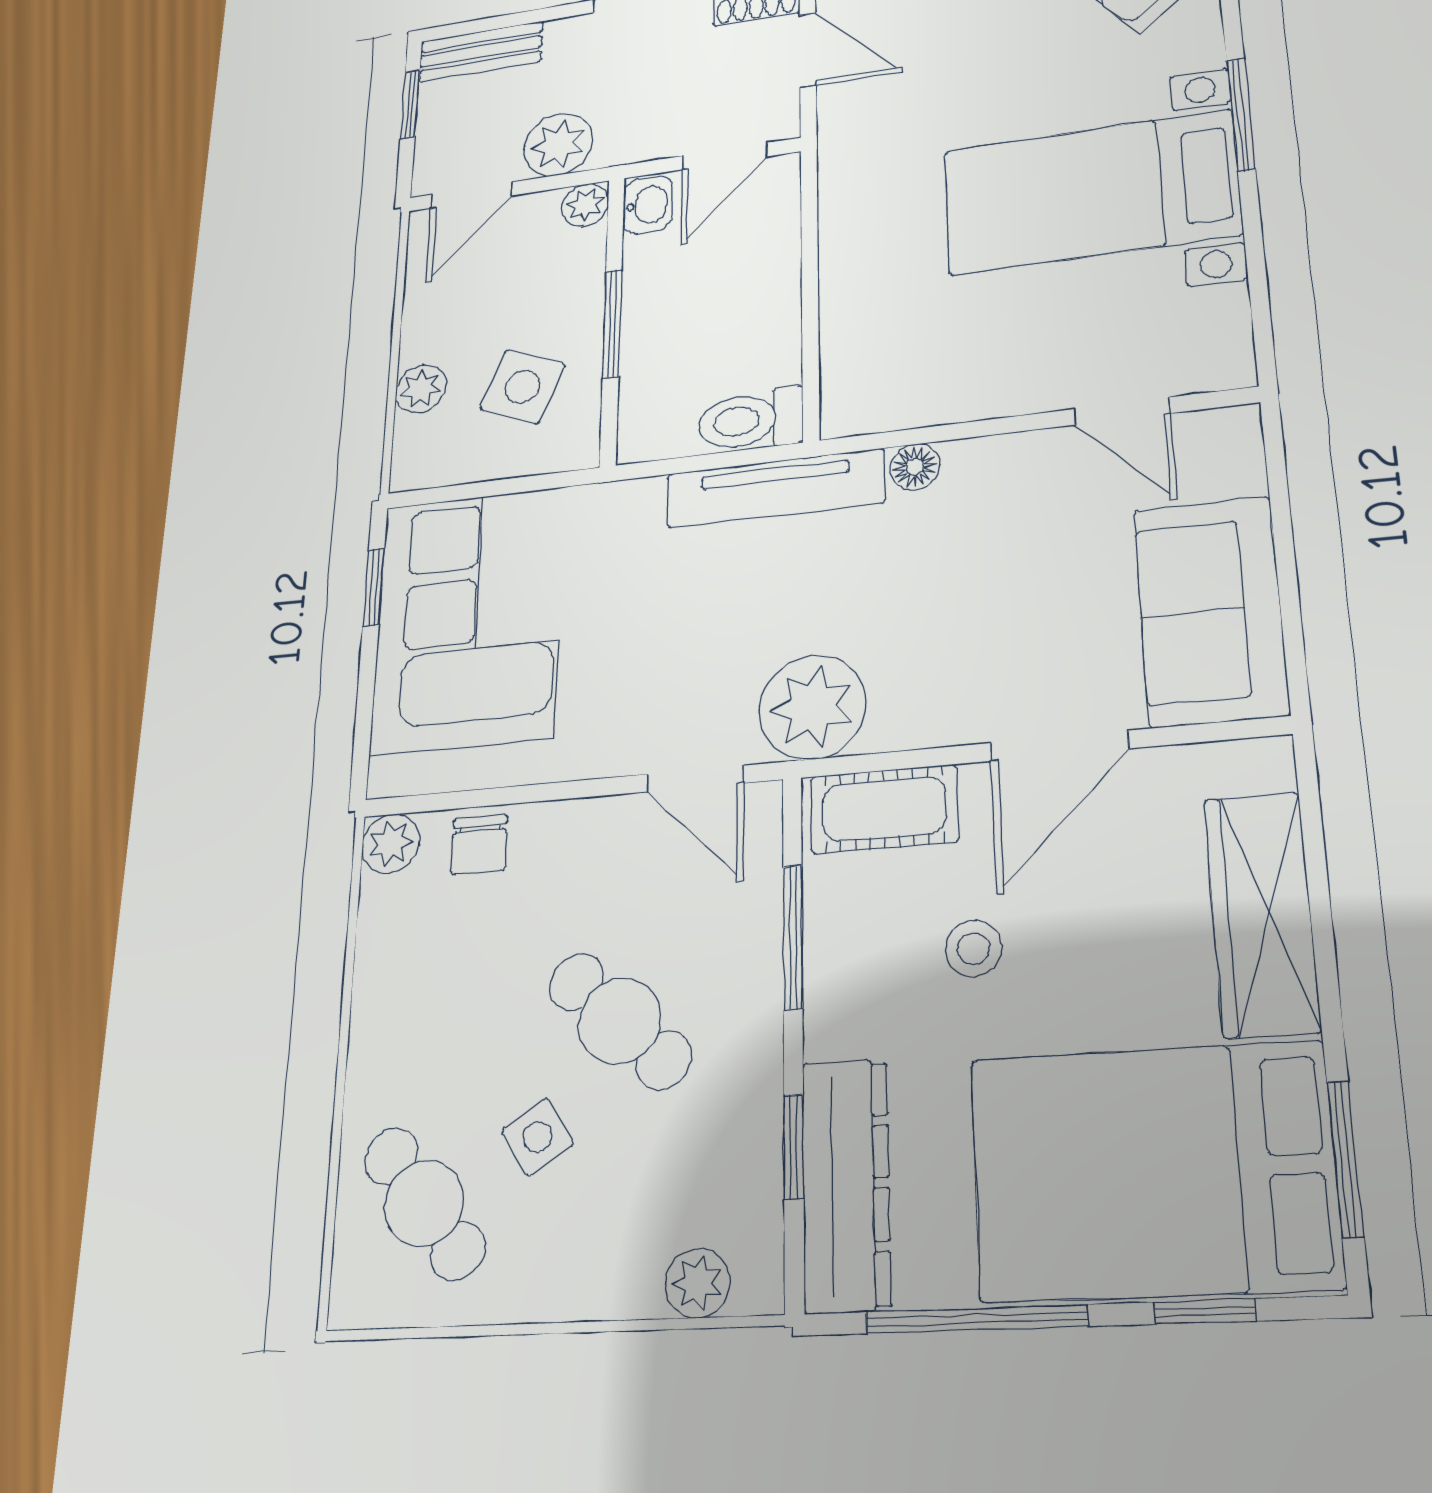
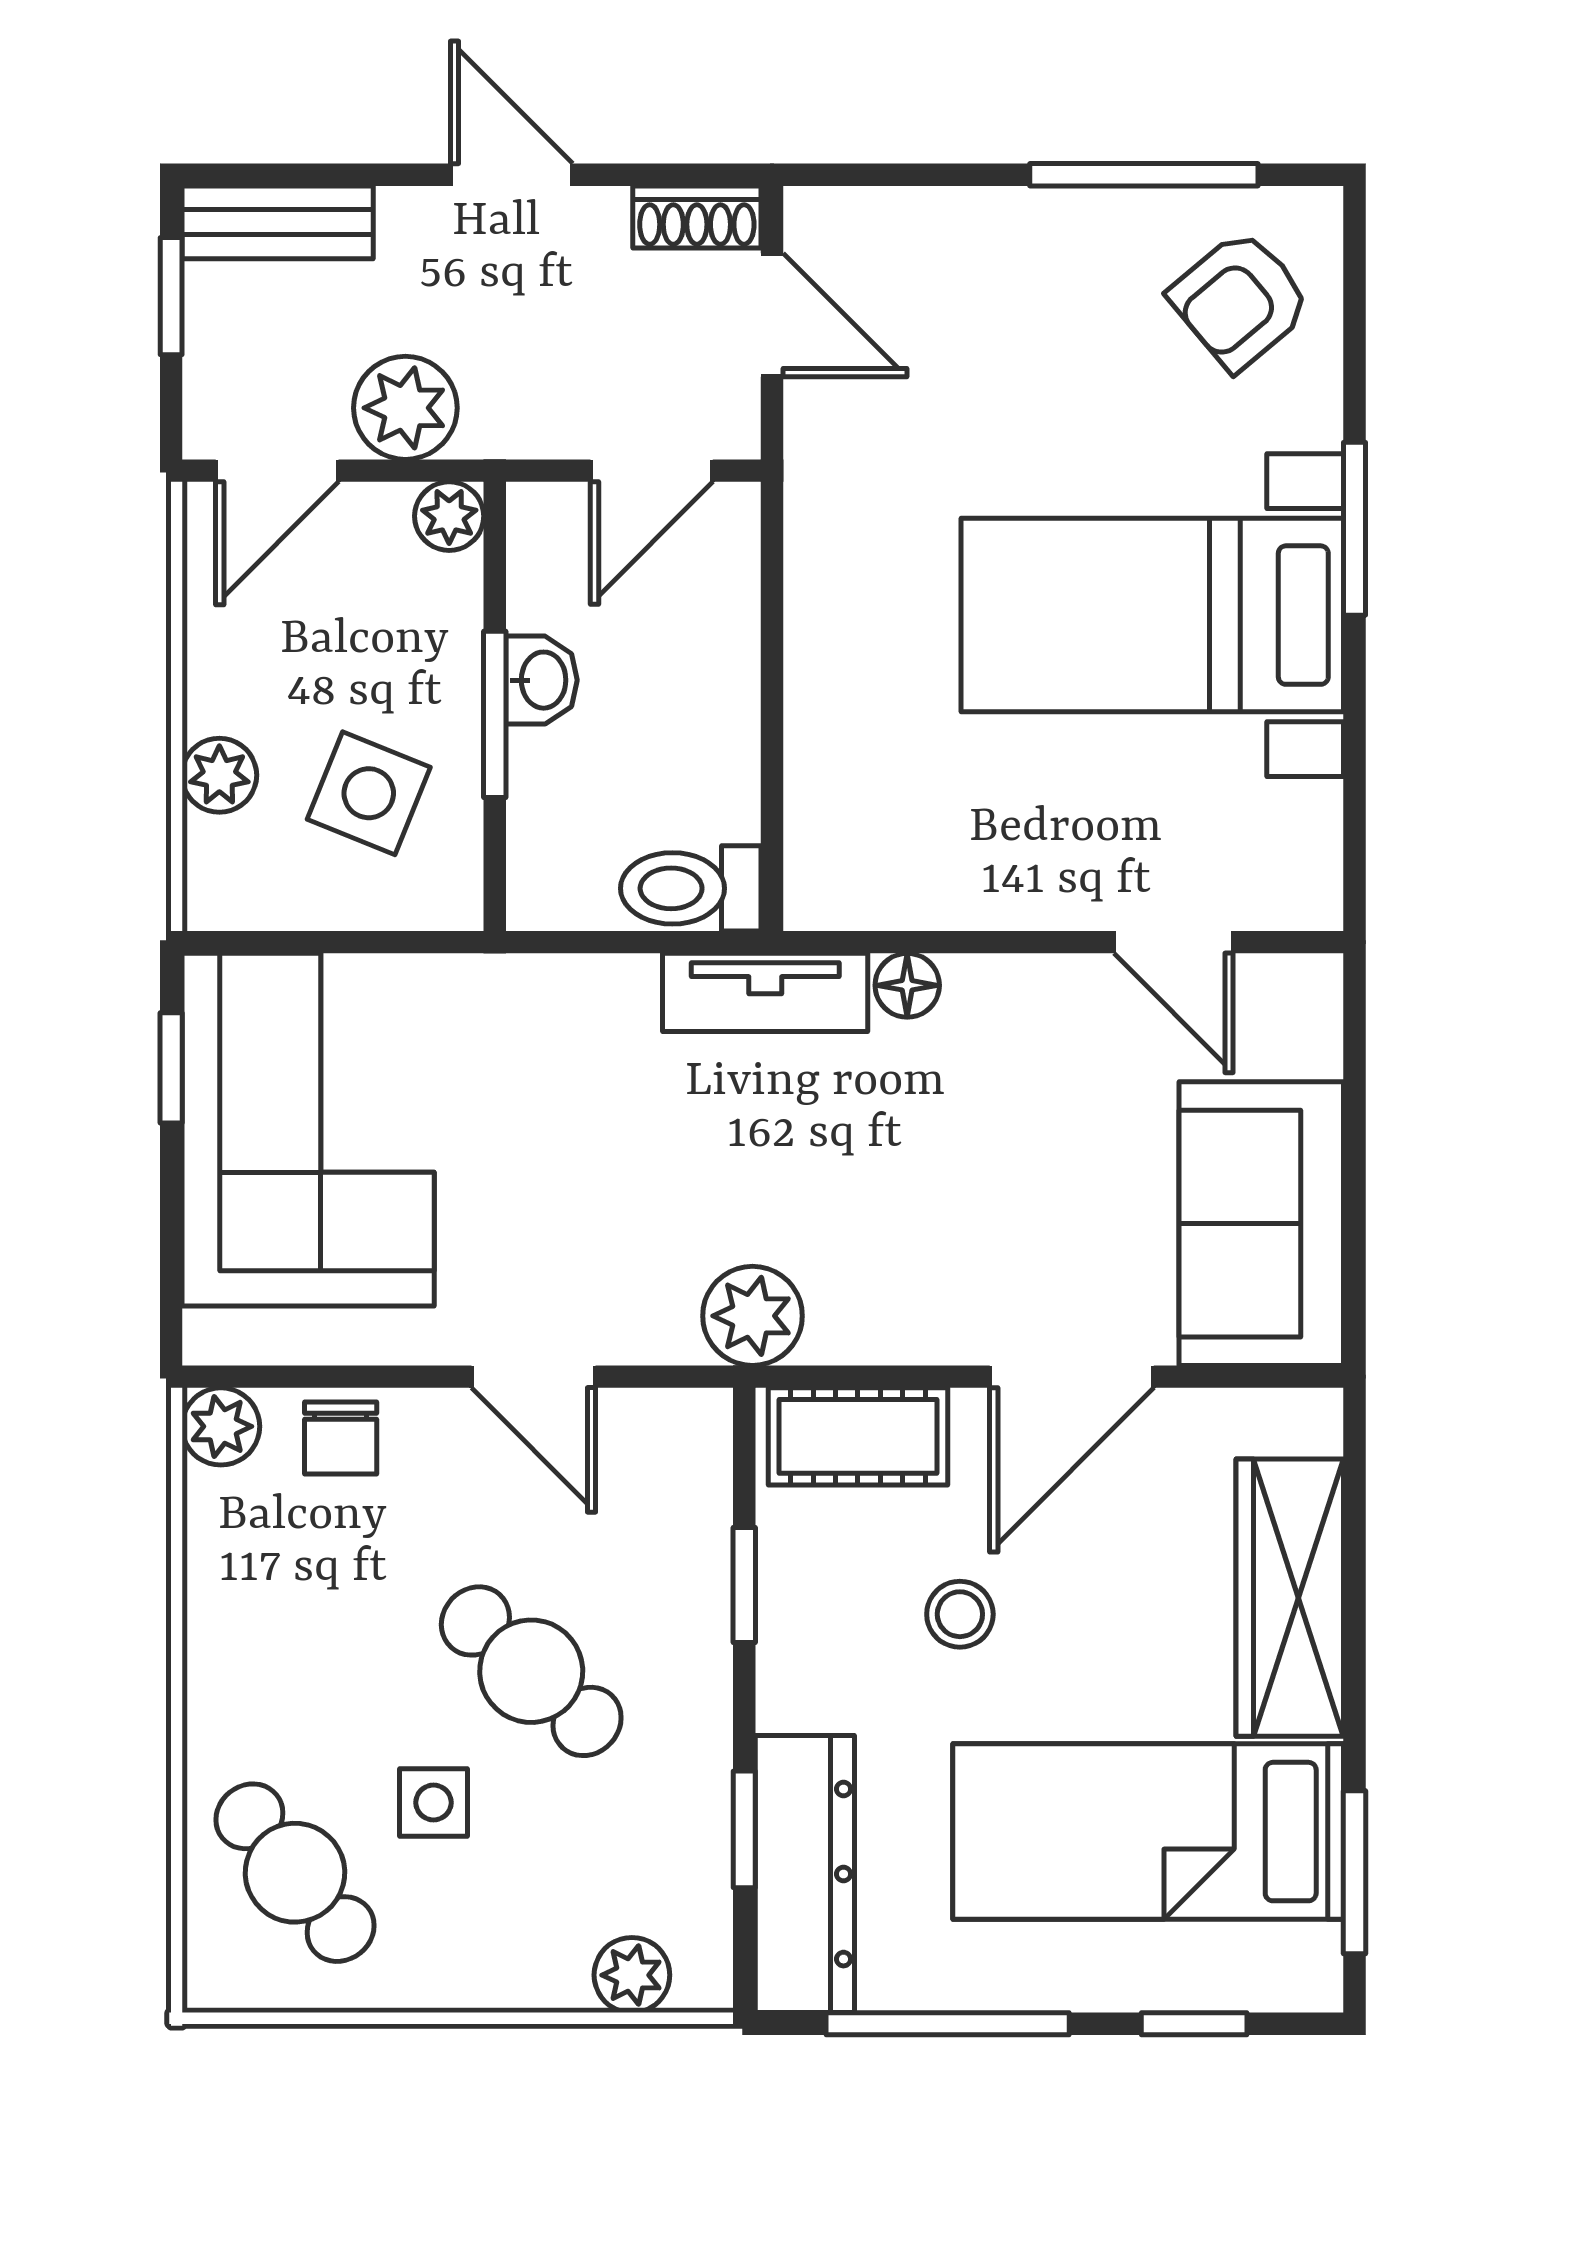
washbasin: (648, 205) -> (541, 680), moved
tv unit: (775, 488) -> (765, 992), width x0.71
plant: (812, 707) -> (752, 1316), width x0.73, depth x0.73
door: (695, 779) -> (533, 1377), moved
window: (793, 937) -> (744, 1585), width x0.67
side table: (537, 1137) -> (433, 1803), turned 33
bed: (1152, 1171) -> (1148, 1832), width x0.67

